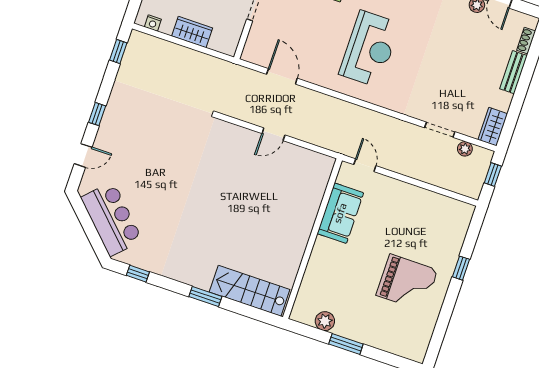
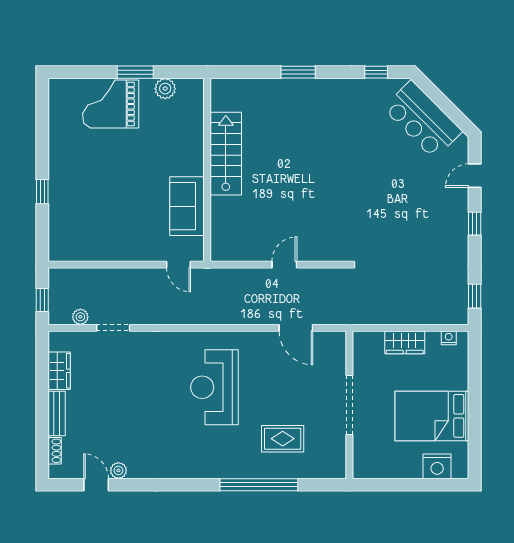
wardrobe: (493, 127) -> (59, 371), moved
grand piano: (407, 283) -> (111, 104), moved
stairs: (250, 291) -> (226, 154), moved, turned -90

